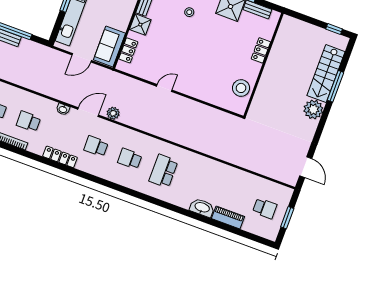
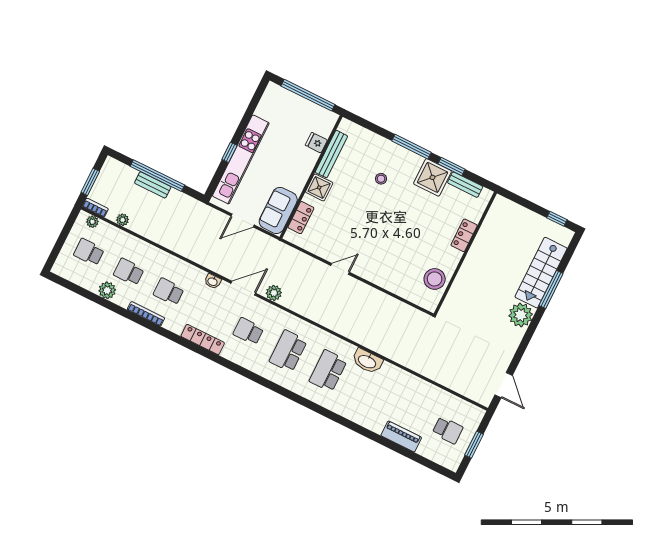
school desk: (130, 159) -> (288, 351), width x1.85
washbasin: (202, 208) -> (367, 361), moved, turned 180

